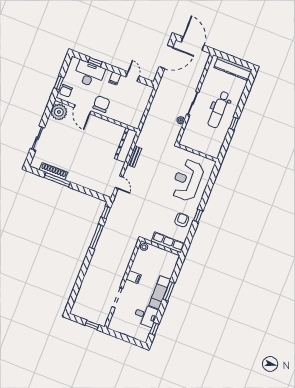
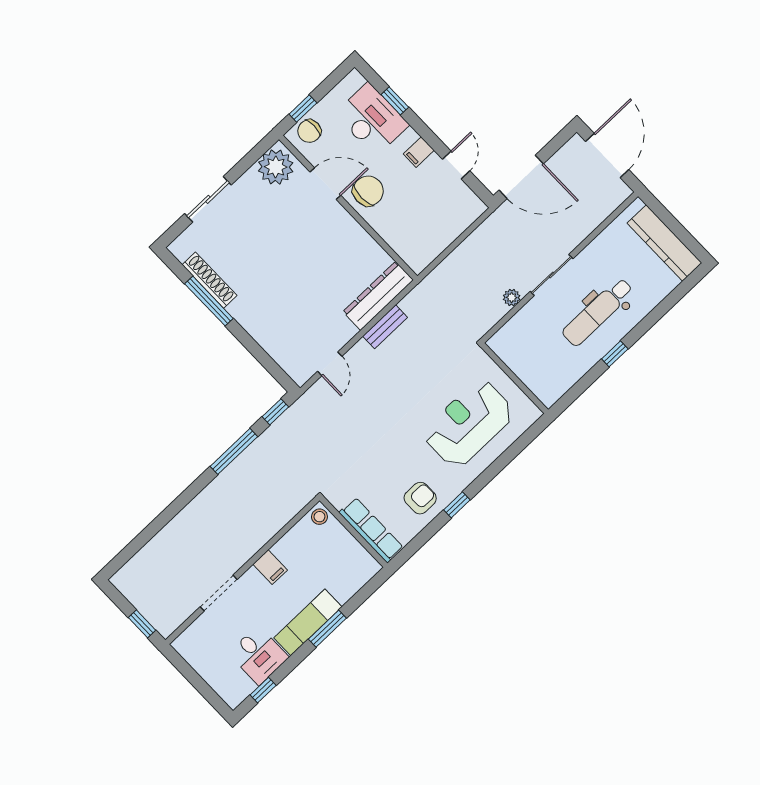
door: (166, 57) -> (521, 177), moved
door: (82, 109) -> (325, 184), swing flipped

